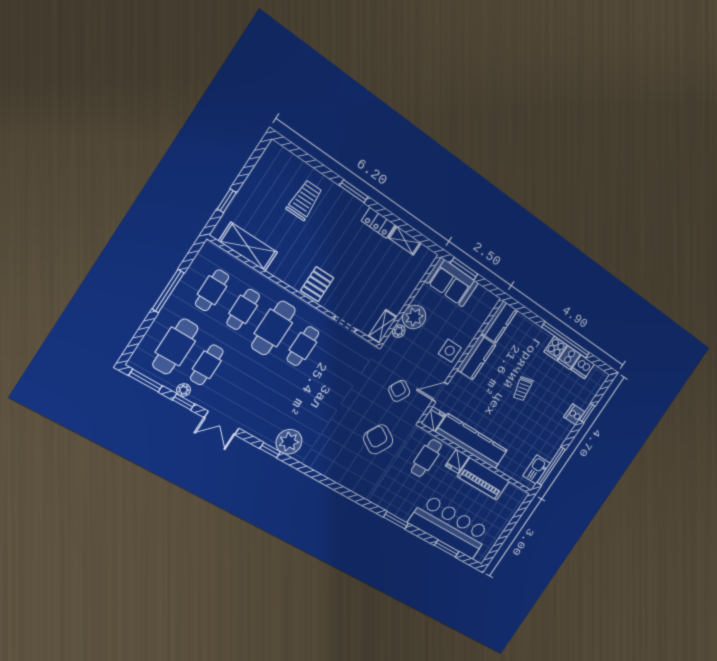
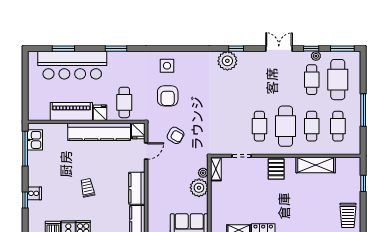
trolley: (305, 200) -> (348, 215), moved
shelving: (248, 247) -> (316, 165), moved
side table: (450, 351) -> (167, 66), moved
armchair: (378, 439) -> (168, 96), turned 60

